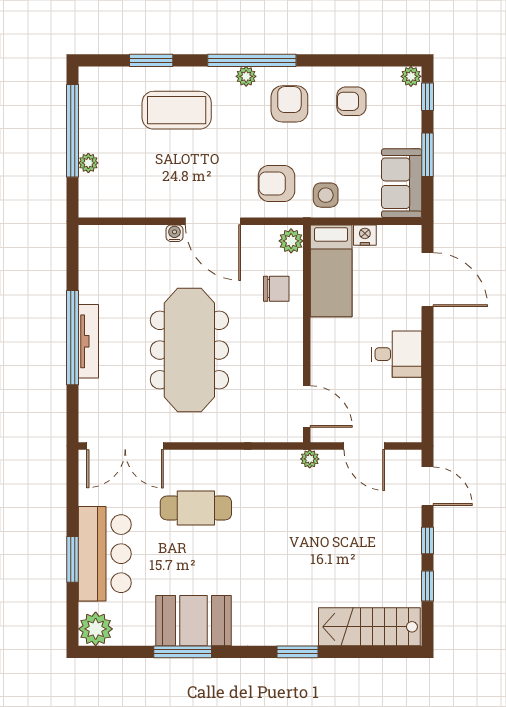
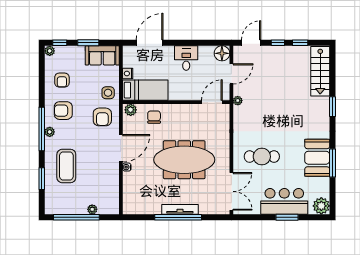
floor lamp: (406, 427) -> (222, 53), added
cafe table: (196, 508) -> (262, 157), turned 90

